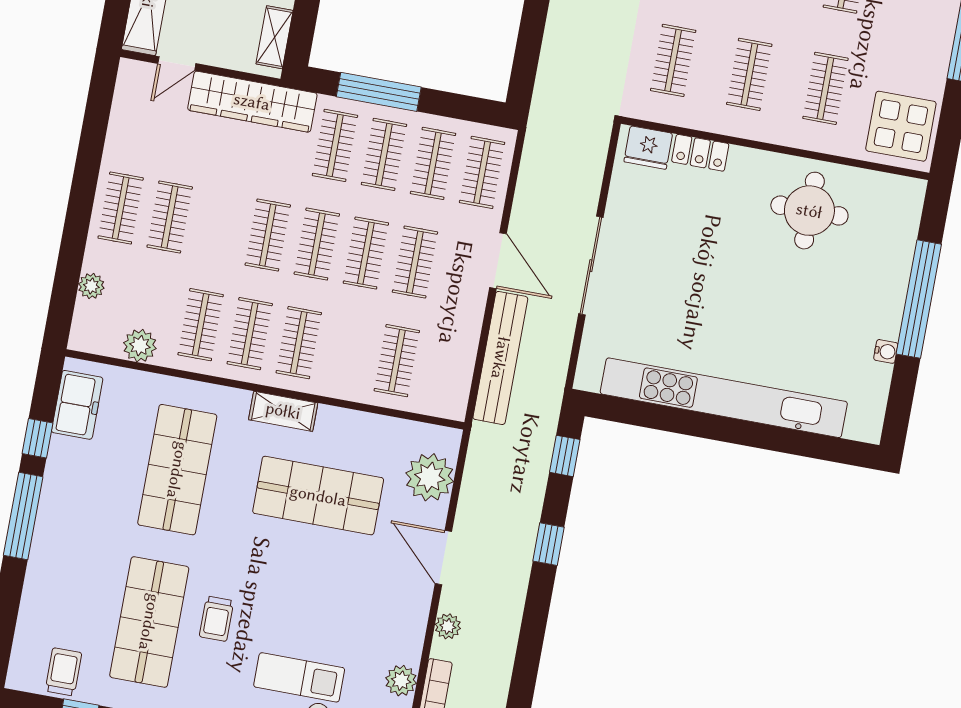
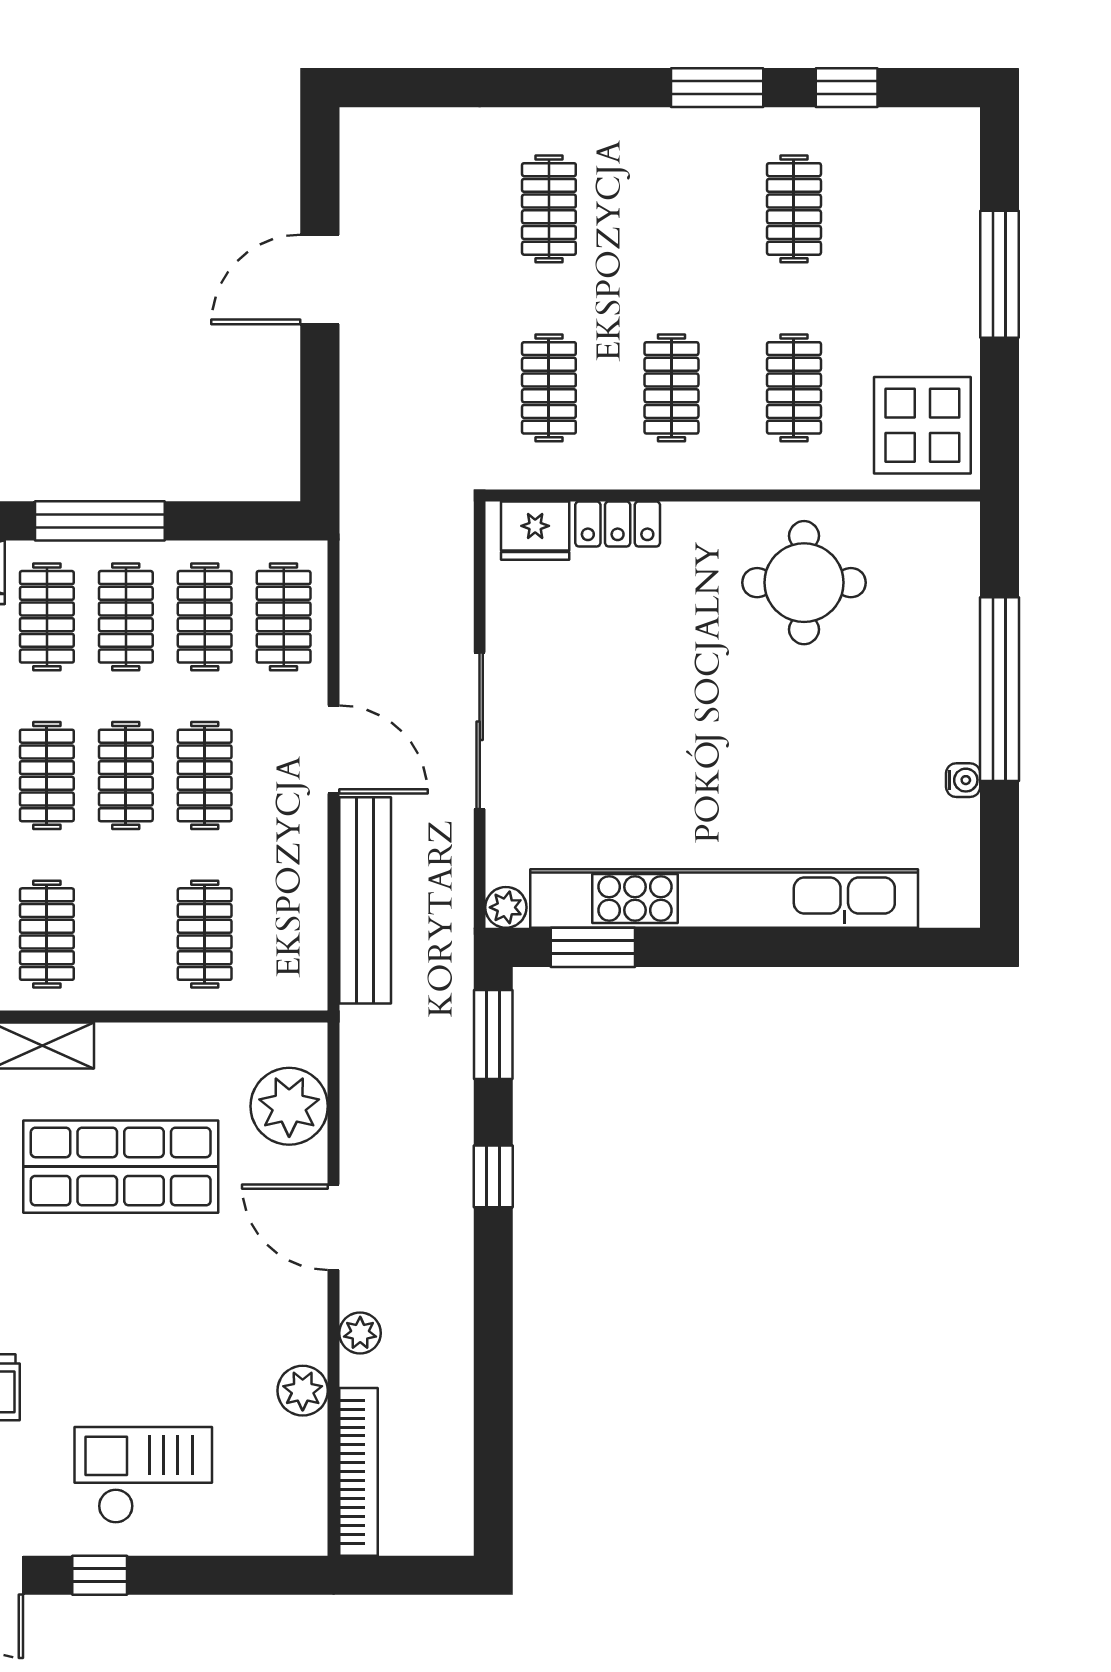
plant: (587, 378) -> (506, 907), added
window: (637, 413) -> (593, 947), added
window: (565, 456) -> (493, 1034), width x1.50
plant: (401, 681) -> (303, 1391), moved

